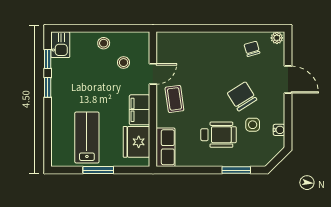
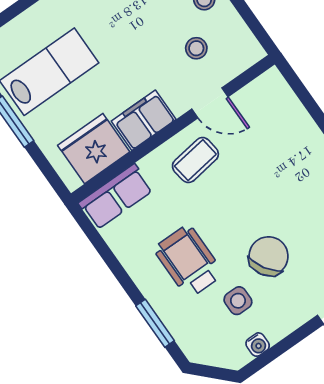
wheelchair: (219, 135) -> (189, 261), turned 180

